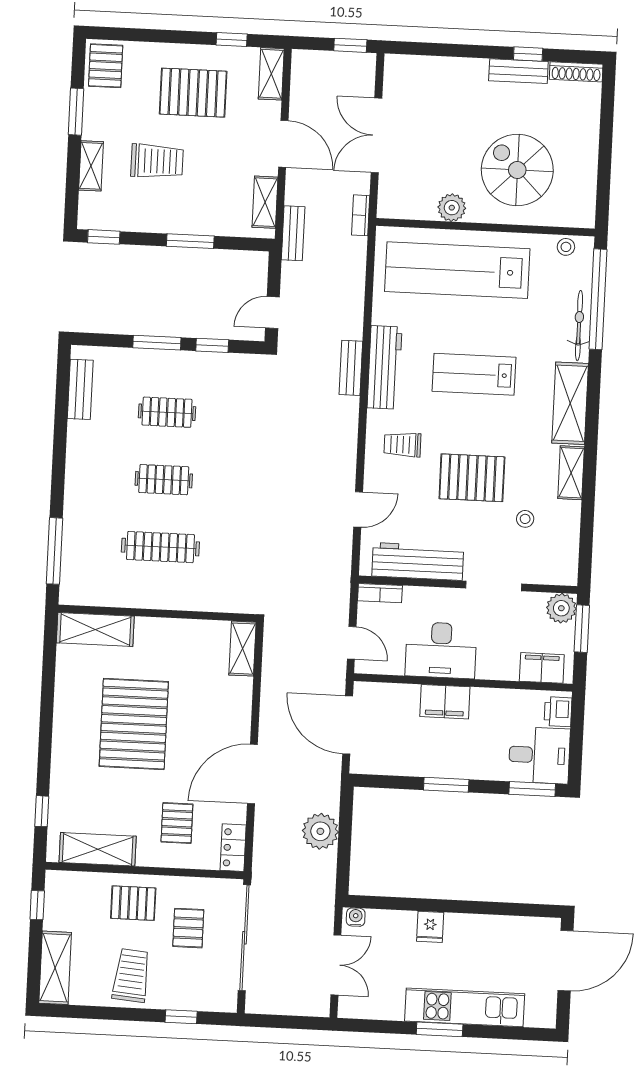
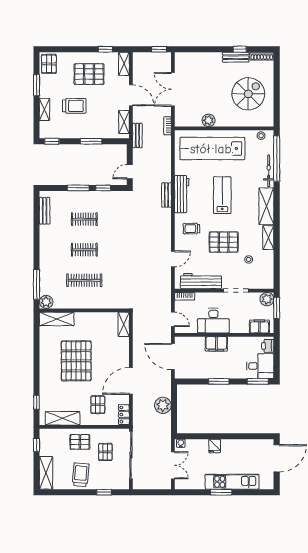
spiral stairs: (517, 170) -> (248, 94), moved, turned 90
lab bench: (474, 374) -> (222, 195), turned 90
plant: (74, 591) -> (46, 302), added

